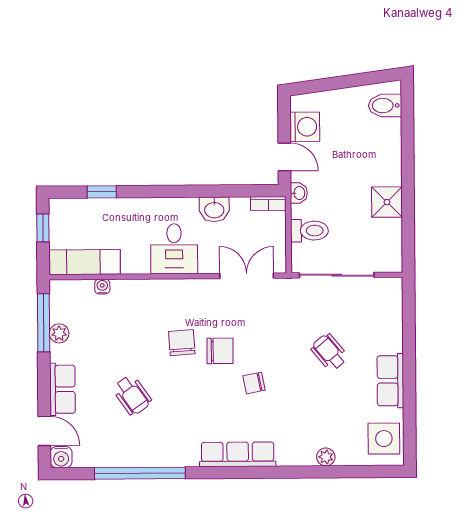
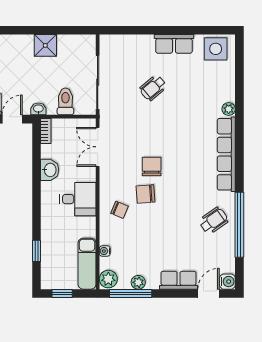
plant: (63, 292) -> (108, 279), added
chair: (254, 383) -> (120, 210), moved, turned -56
wheelchair: (132, 395) -> (213, 221), moved
row of seats: (238, 454) -> (226, 154), width x1.36
plant: (326, 457) -> (229, 109), moved

